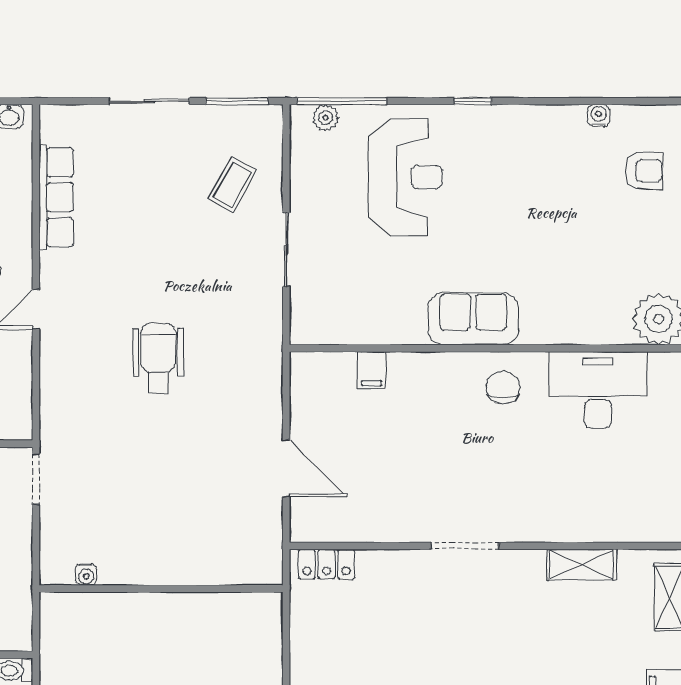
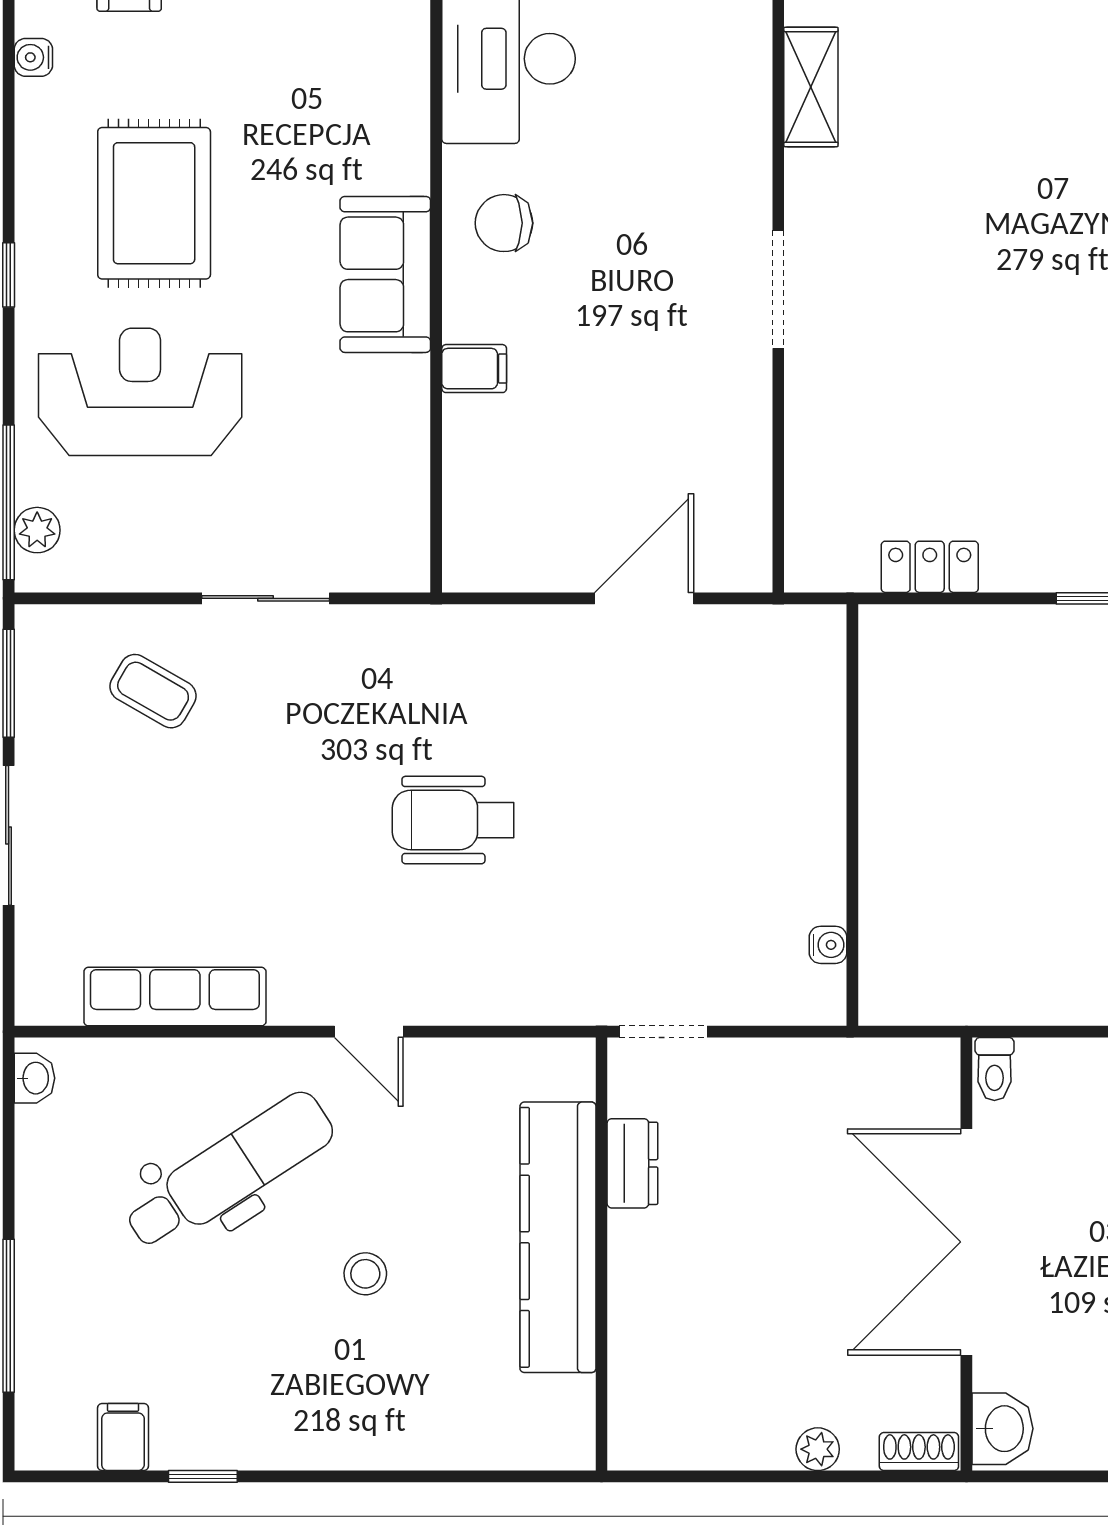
rug: (514, 185) -> (154, 203), added
filing cabinet: (372, 370) -> (474, 369), moved
locker: (327, 564) -> (930, 567), moved, turned -90

